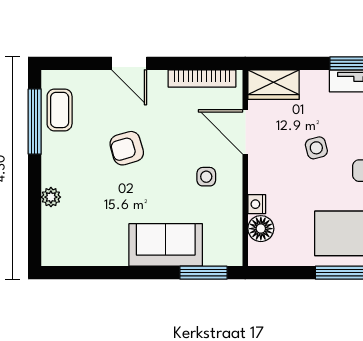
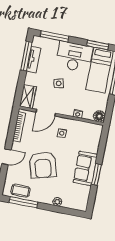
armchair: (127, 148) -> (43, 165), width x1.88, depth x1.88
floor lamp: (261, 229) -> (99, 116), moved
sofa: (166, 245) -> (85, 168), moved
window: (203, 273) -> (96, 174), moved

